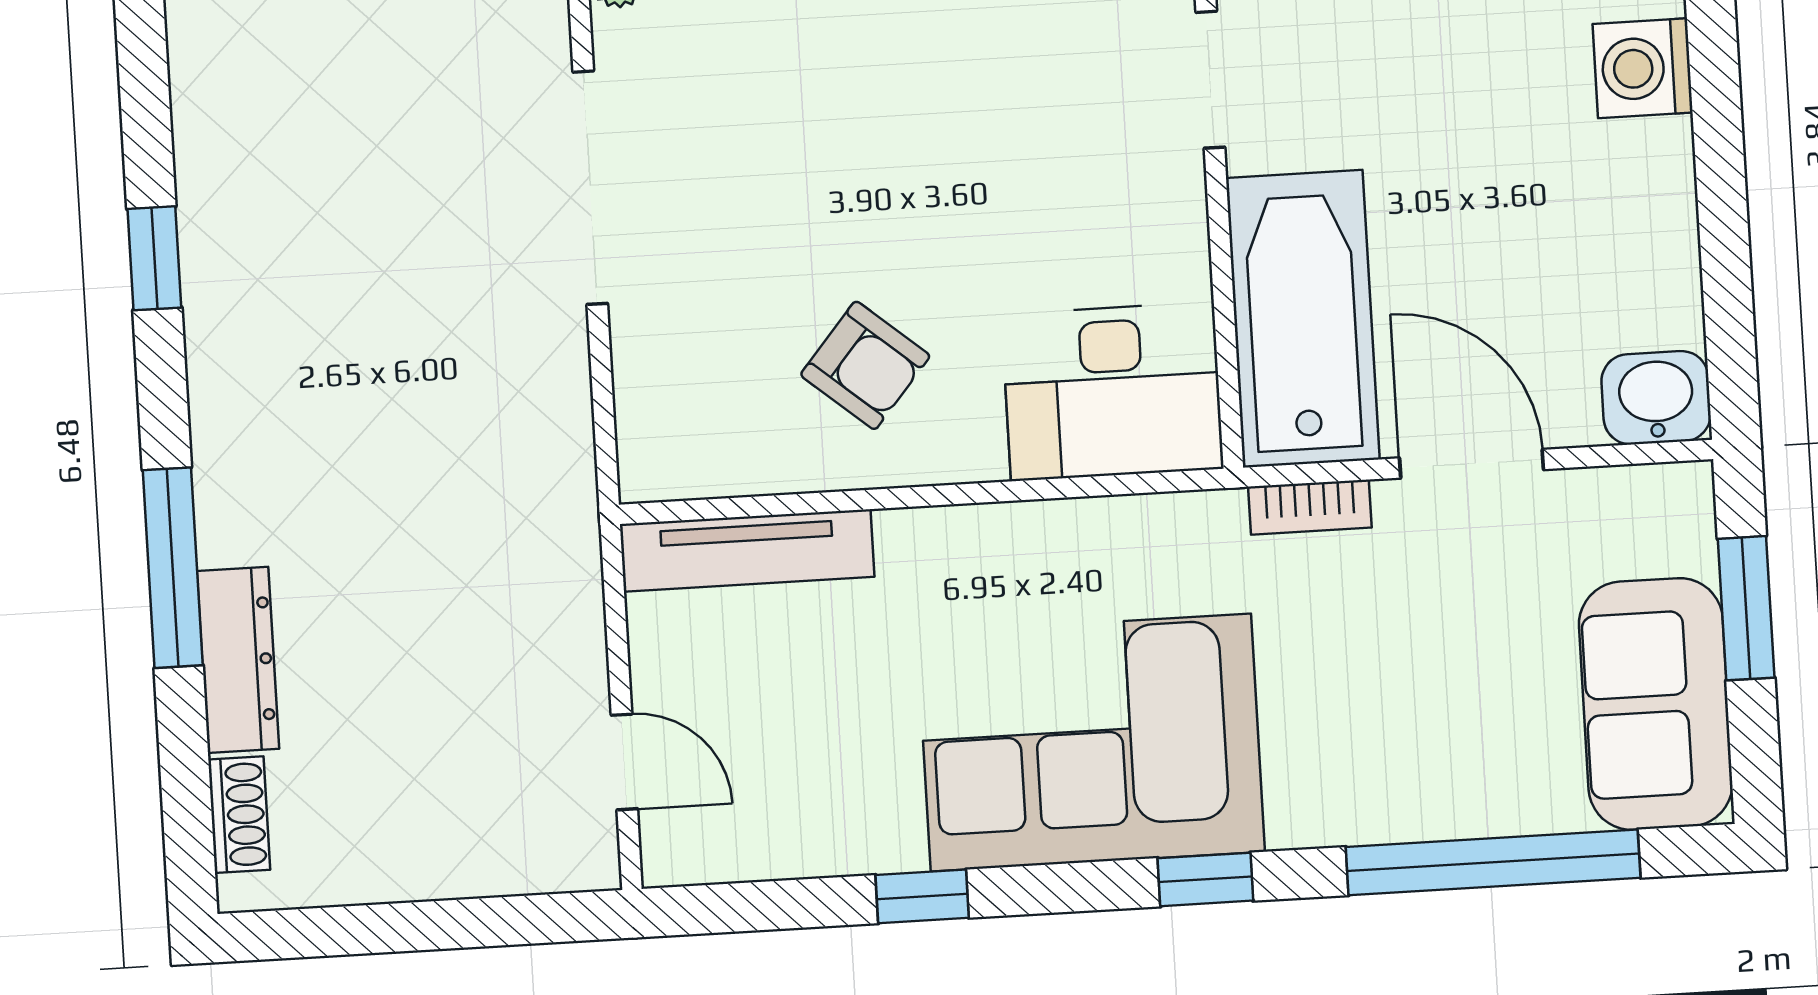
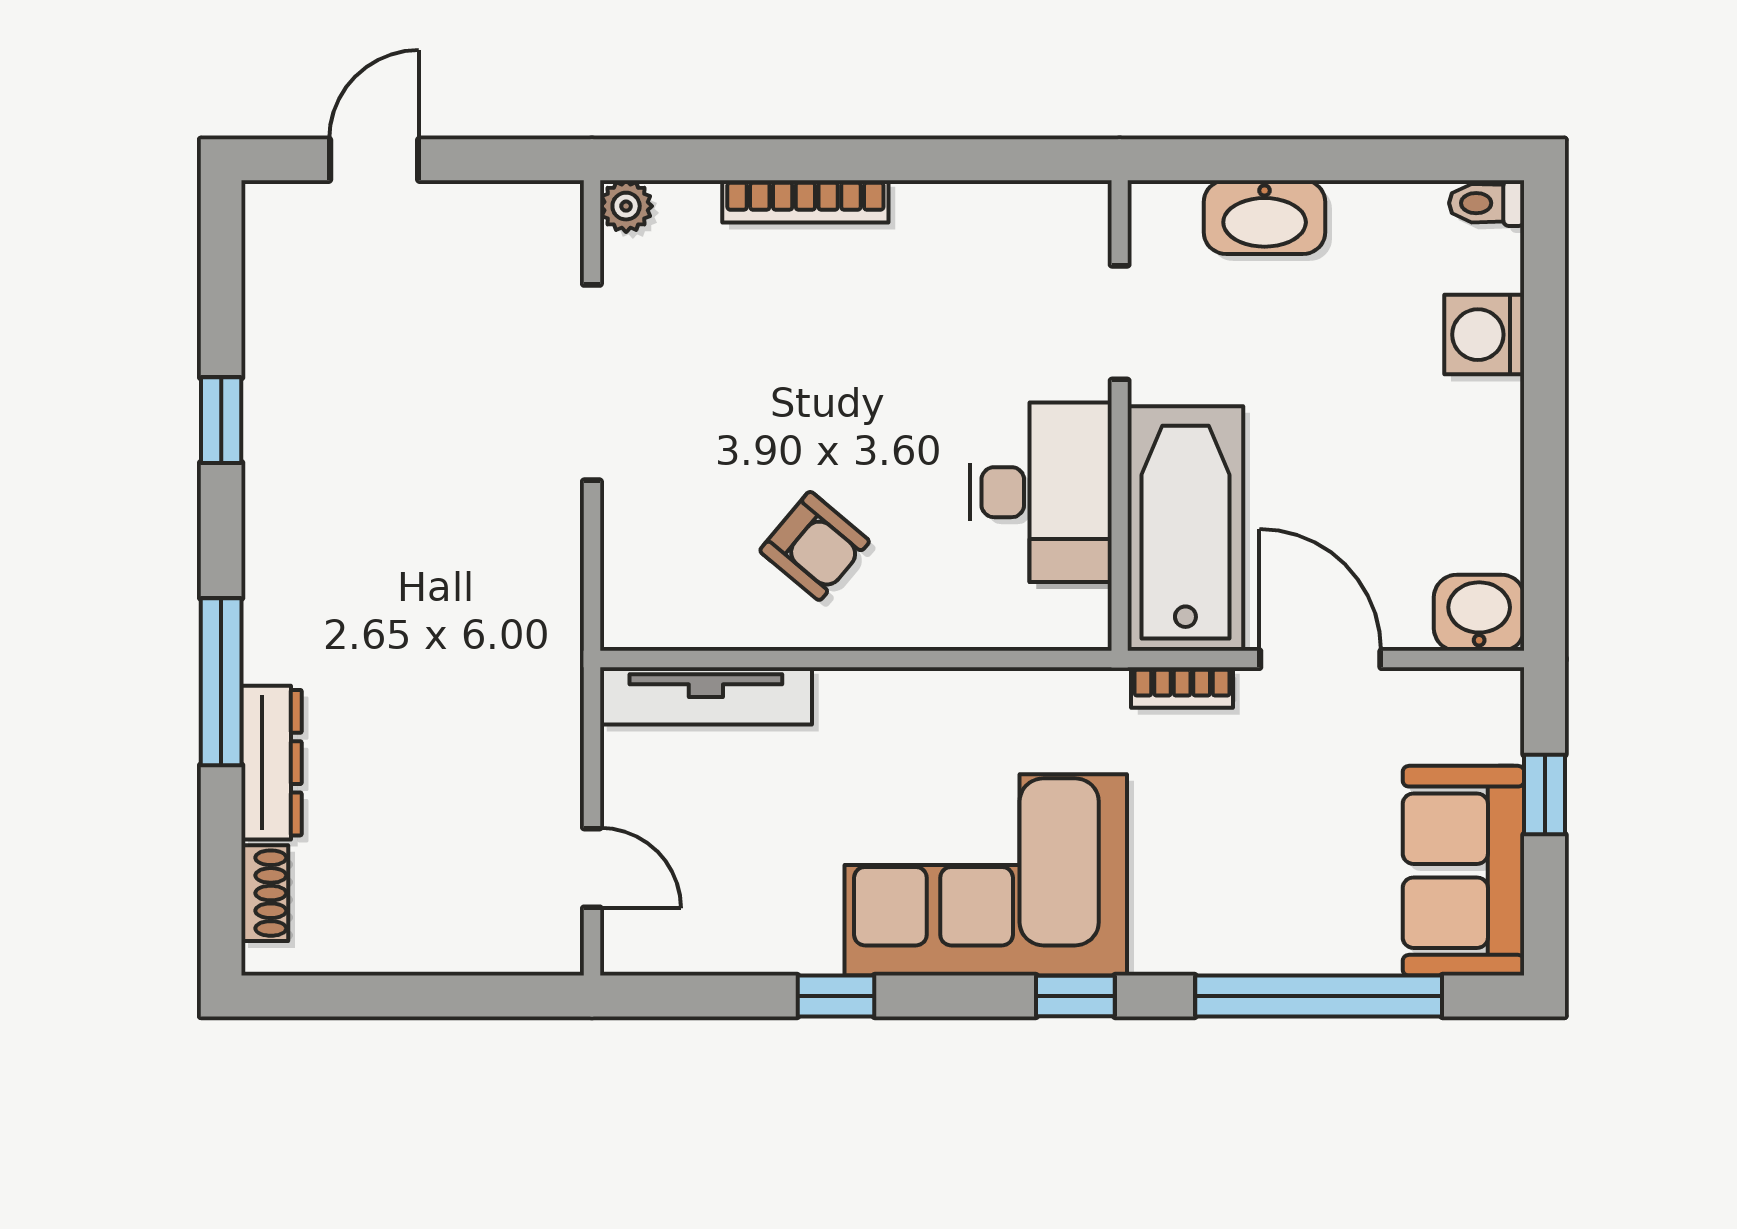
desk: (1113, 392) -> (1041, 492), moved, turned -90
window: (1746, 608) -> (1545, 795), width x0.67

